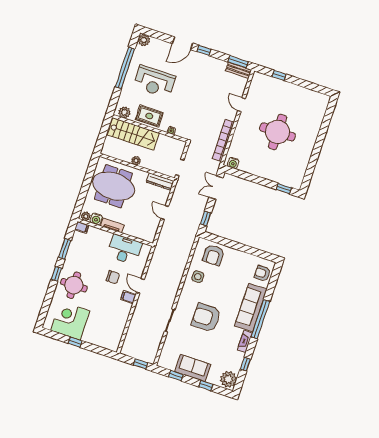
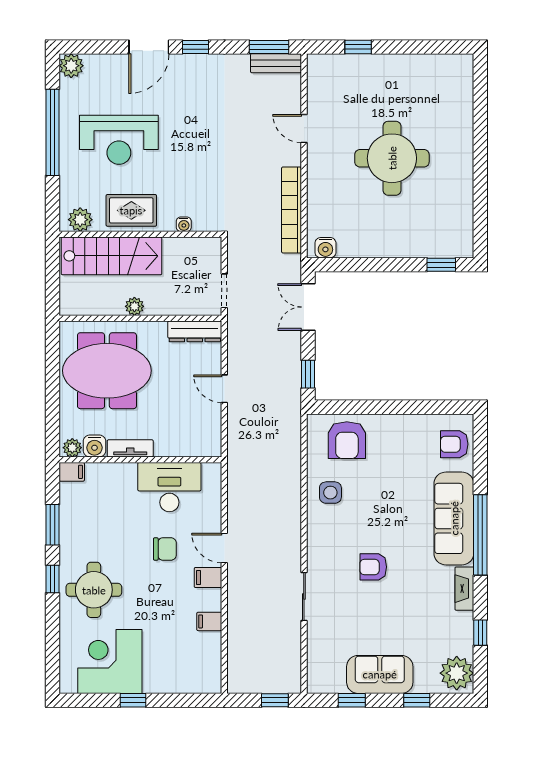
filing cabinet: (122, 317) -> (209, 621), added
armchair: (206, 317) -> (373, 567), width x0.53, depth x0.53

